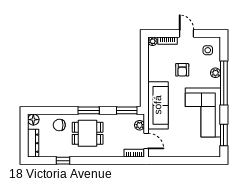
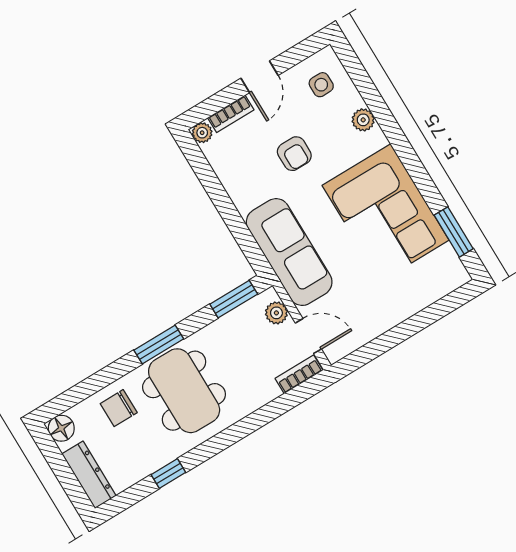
door: (187, 33) -> (260, 77), swing flipped
window: (224, 83) -> (392, 130), removed
dining table: (88, 133) -> (184, 391), width x1.38

